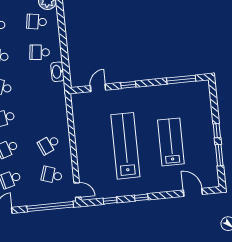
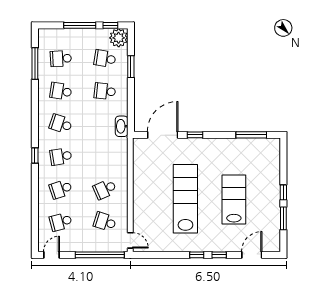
window: (62, 27) -> (131, 67), added
washbasin: (57, 72) -> (122, 126), moved
door: (98, 88) -> (163, 135), width x1.88
door: (193, 192) -> (252, 255), hinge flipped
window: (110, 201) -> (219, 255), moved

